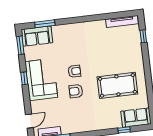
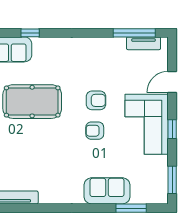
sofa: (37, 36) -> (107, 191), moved
door: (29, 121) -> (172, 82), moved

